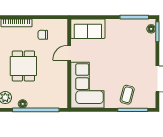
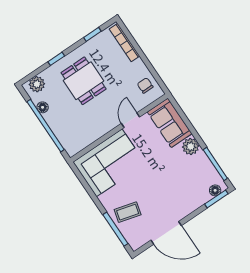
plant: (112, 26) -> (191, 146), added
chair: (43, 35) -> (145, 85), moved
door: (69, 53) -> (131, 120), hinge flipped
dining table: (23, 66) -> (84, 81), turned 90

